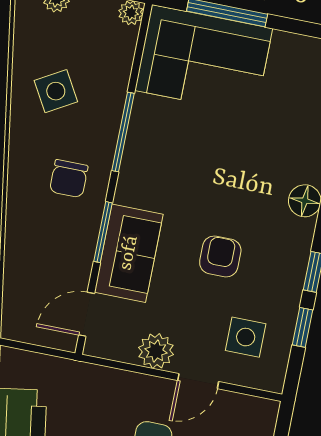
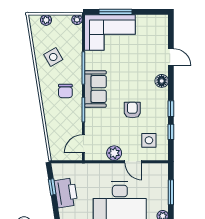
sofa: (129, 253) -> (95, 89), moved
door: (198, 381) -> (133, 162), hinge flipped

